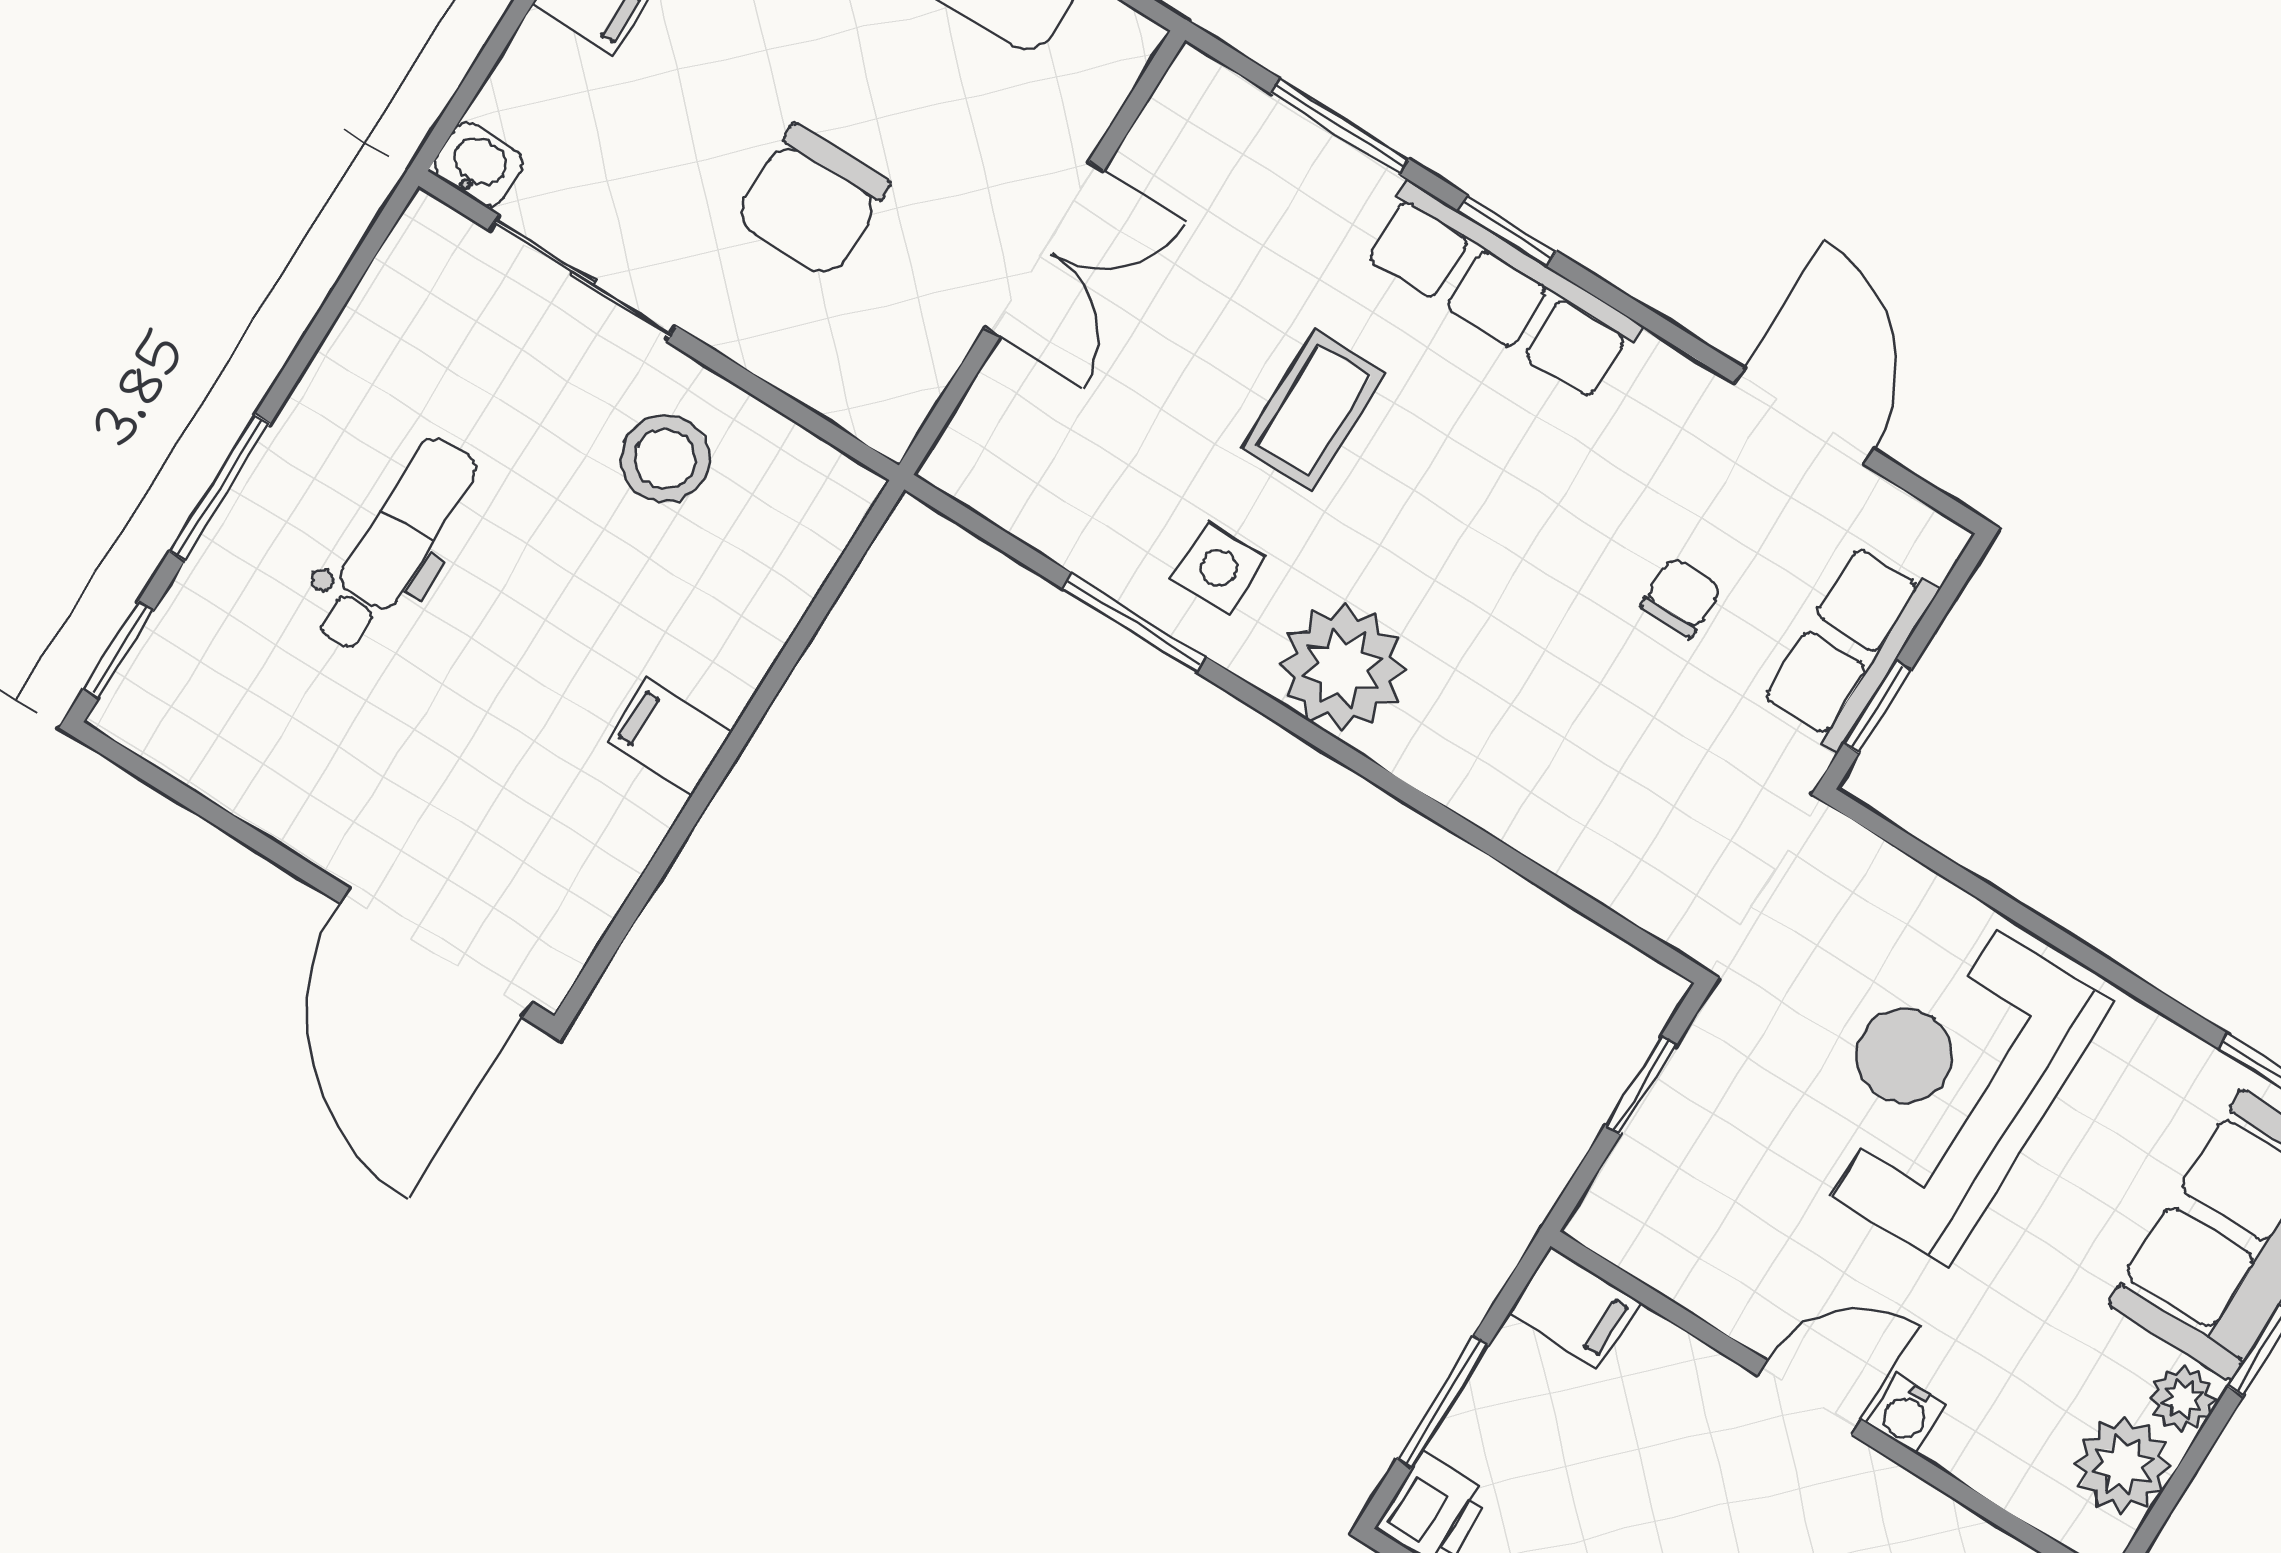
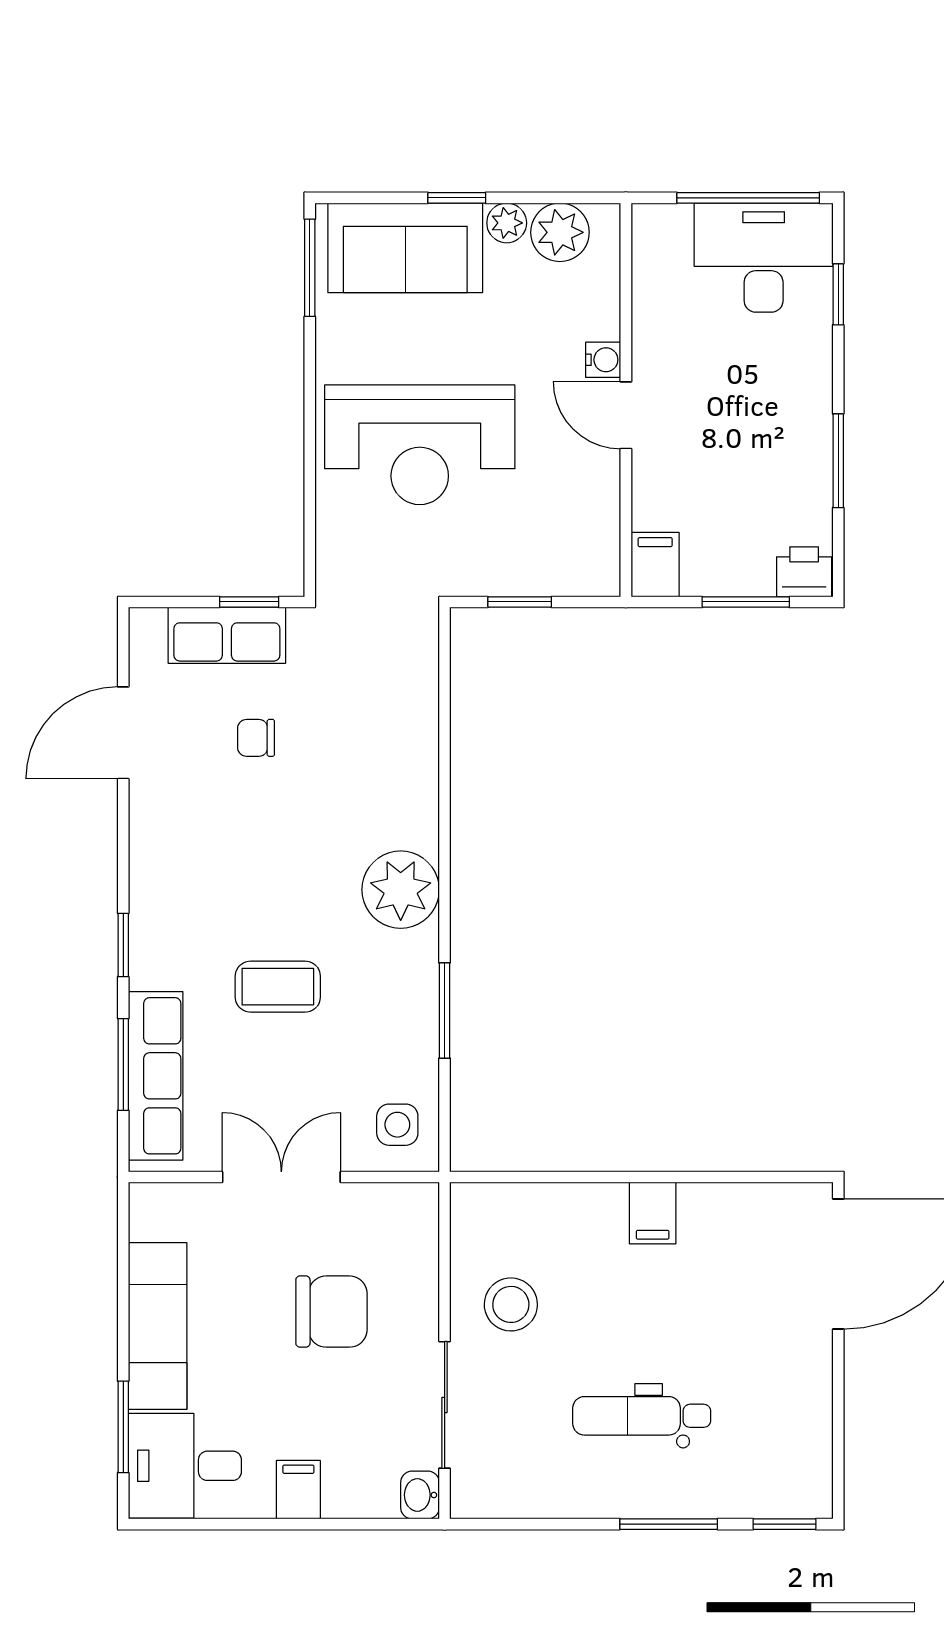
row of seats: (1502, 291) -> (156, 1076), moved
side table: (1219, 568) -> (397, 1125), moved

